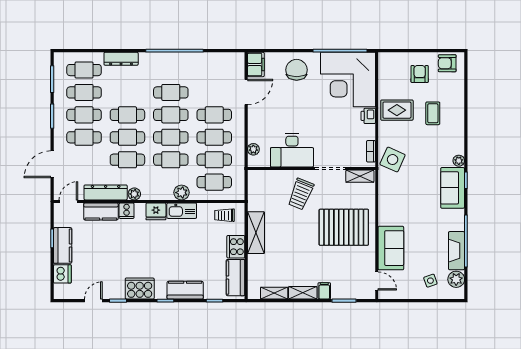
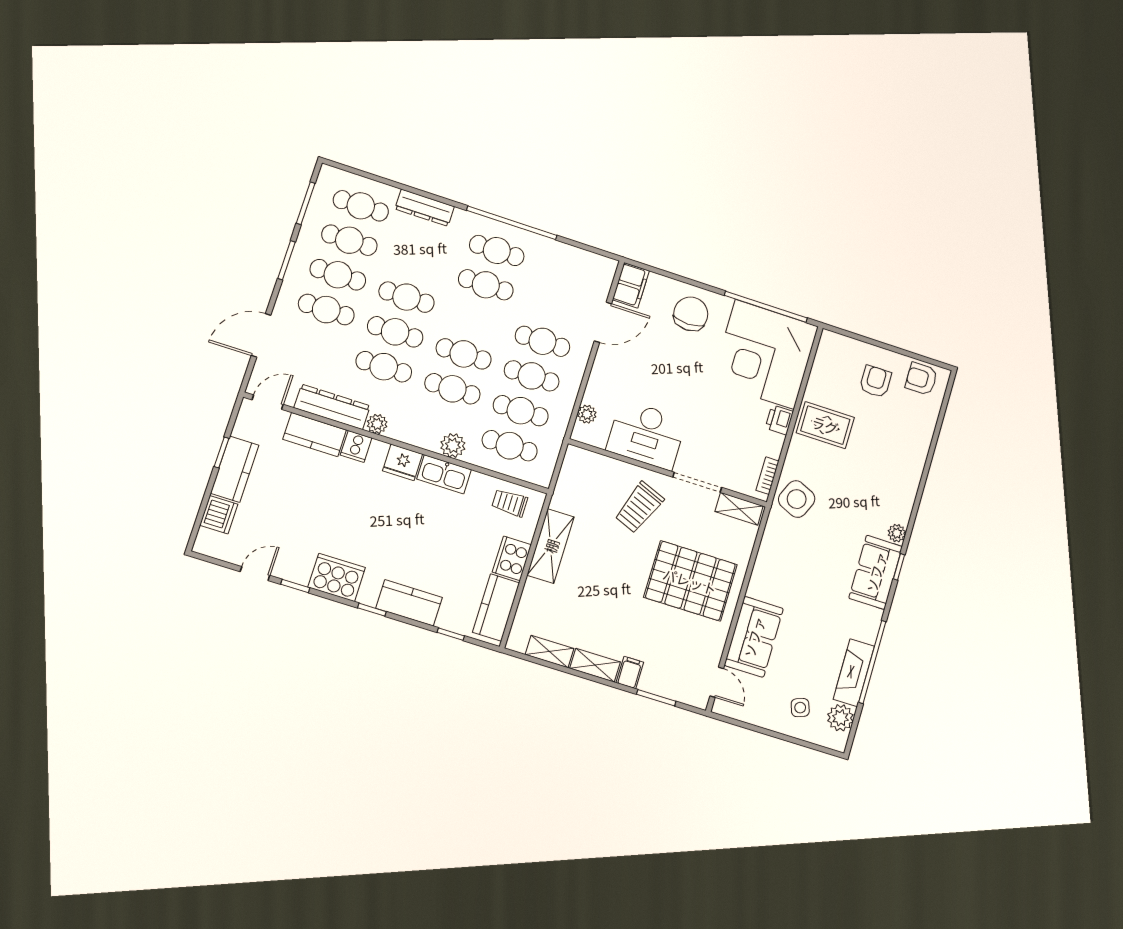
coffee table: (433, 113) -> (878, 448), removed
cafe table: (171, 115) -> (497, 250), moved

